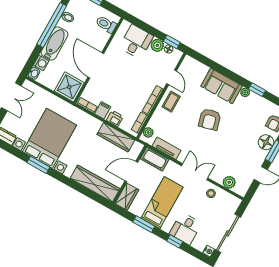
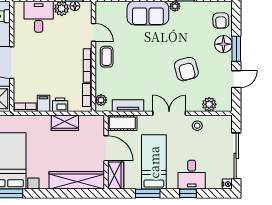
armchair: (210, 119) -> (186, 69), moved
wardrobe: (116, 137) -> (65, 123), width x0.67
door: (131, 172) -> (106, 148), swing flipped

